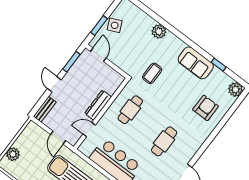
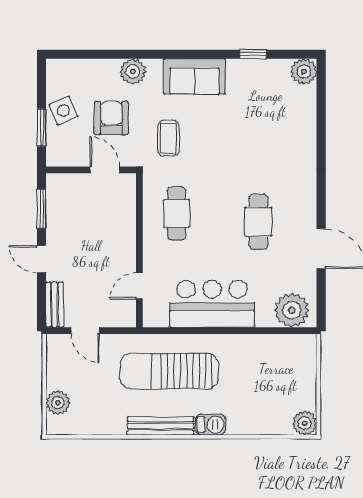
door: (98, 55) -> (105, 170), moved
sofa: (196, 63) -> (195, 76), moved
dresser: (98, 105) -> (126, 242), removed
armchair: (206, 108) -> (111, 118), moved
door: (58, 138) -> (85, 331), moved

